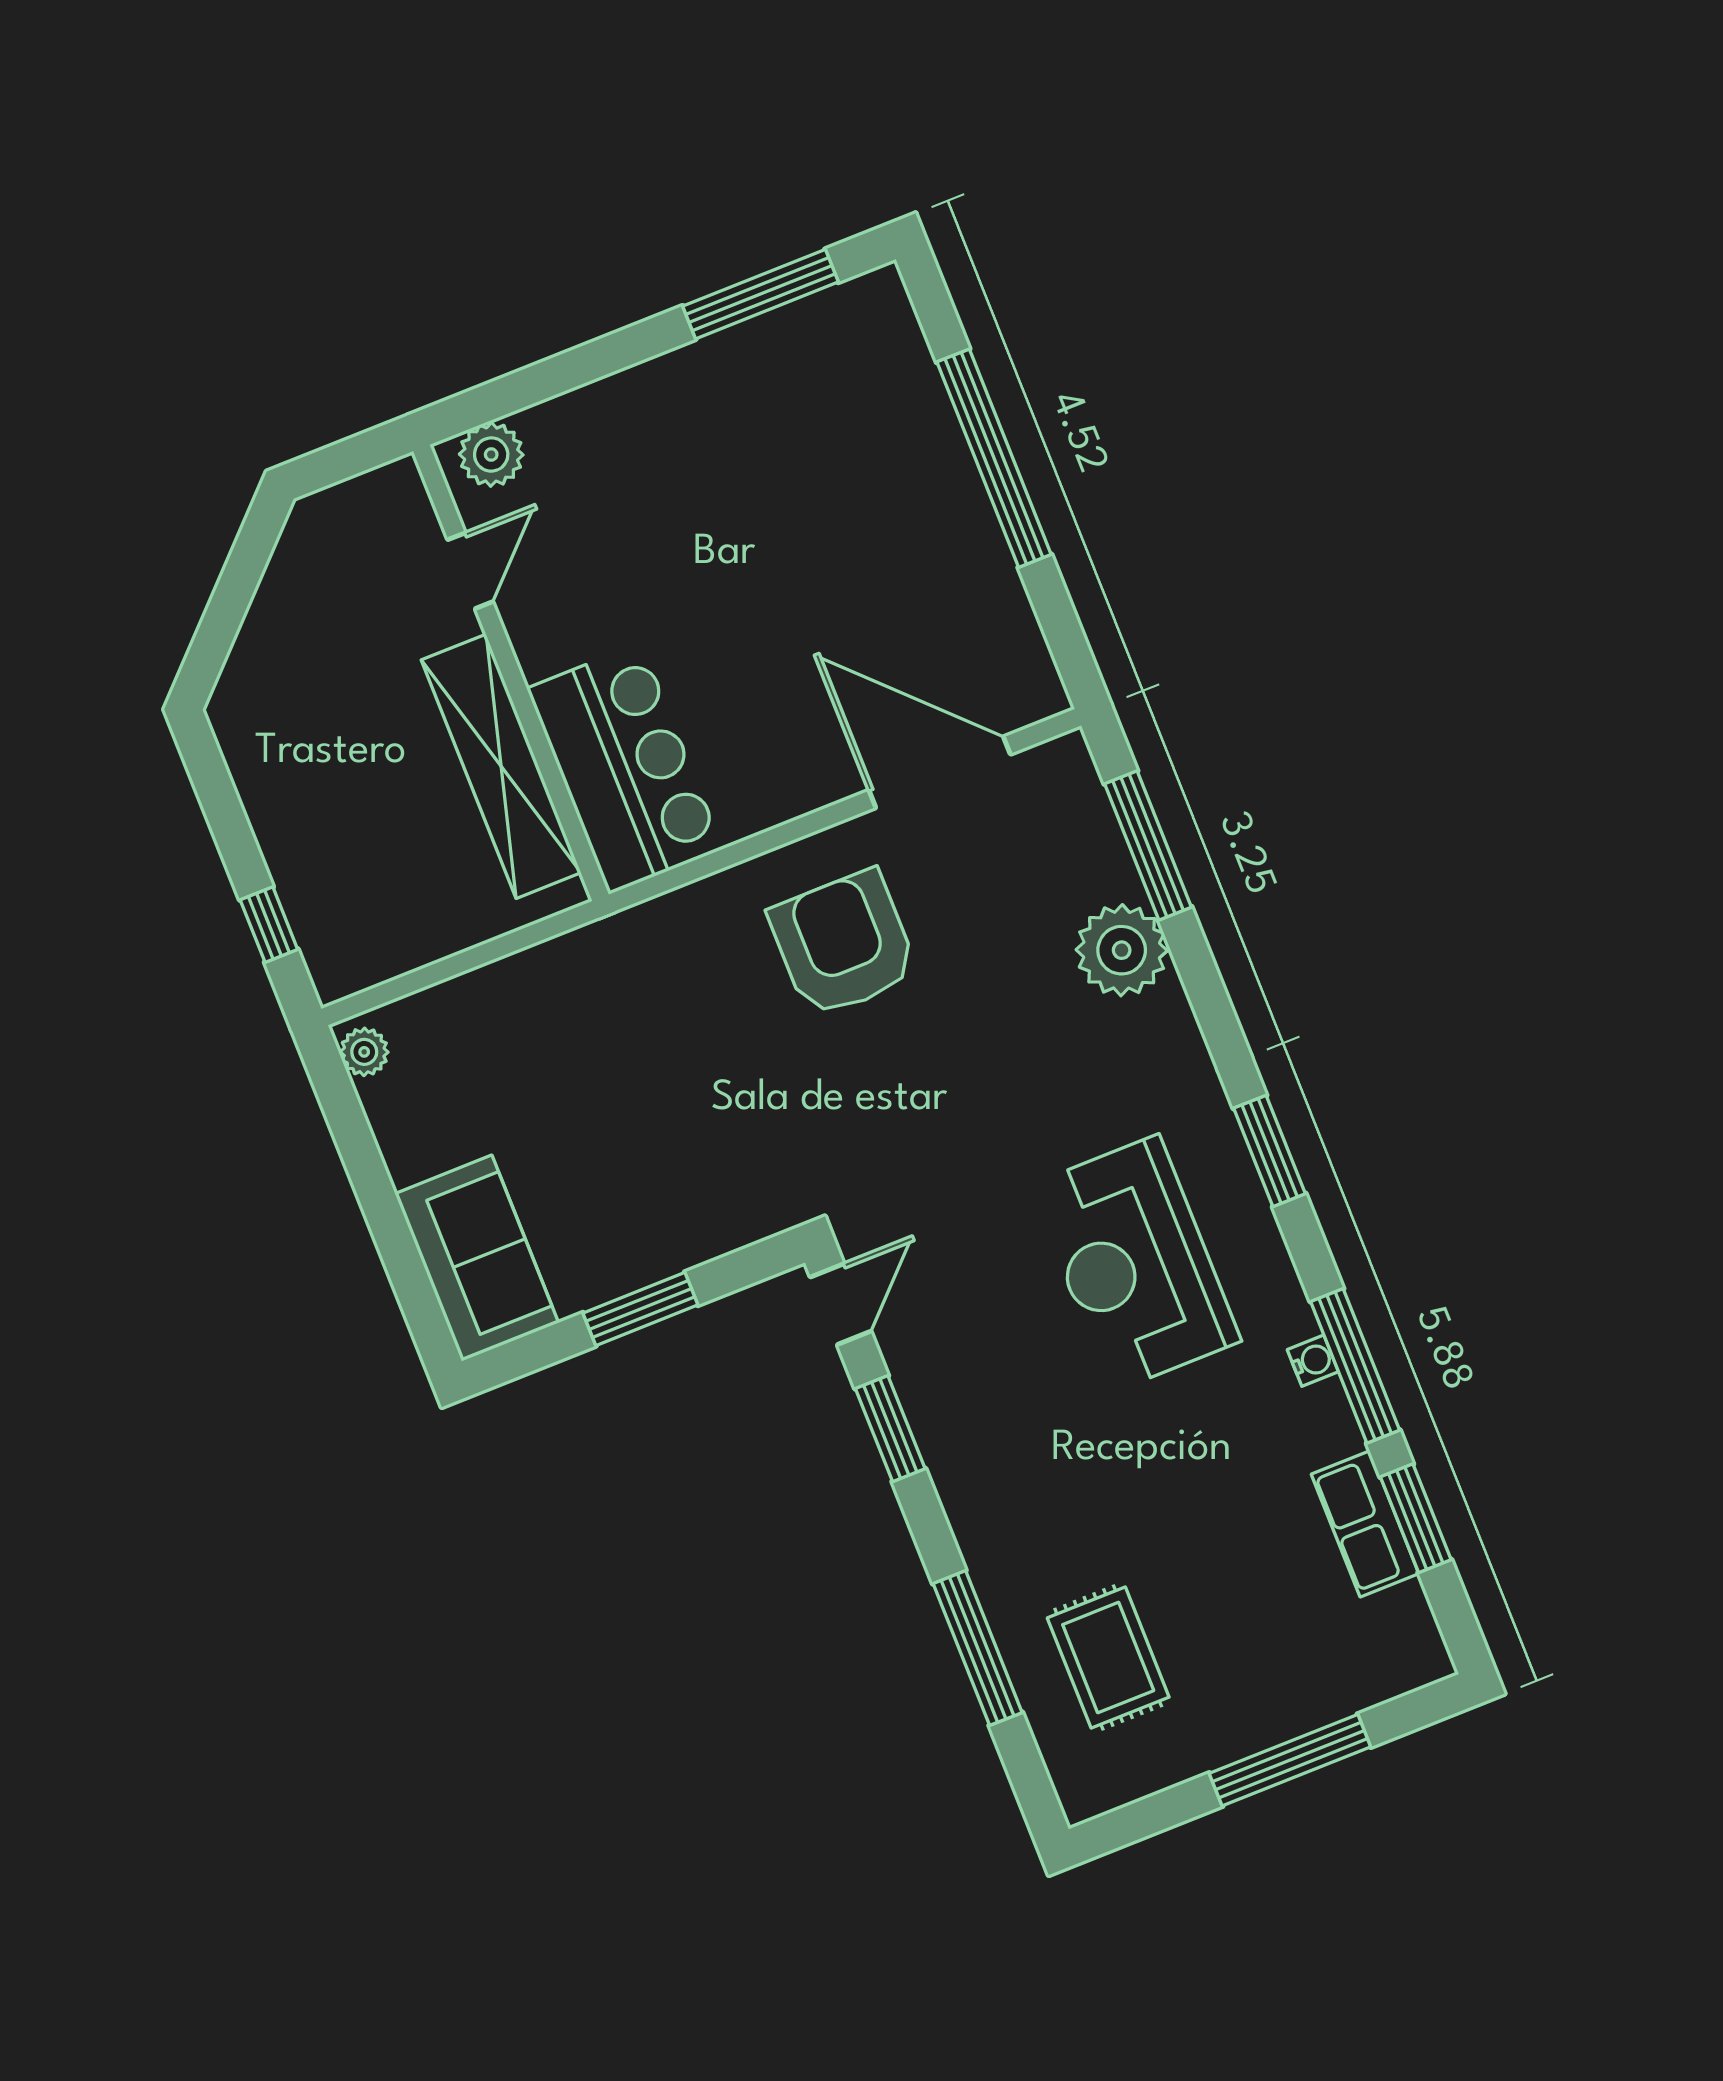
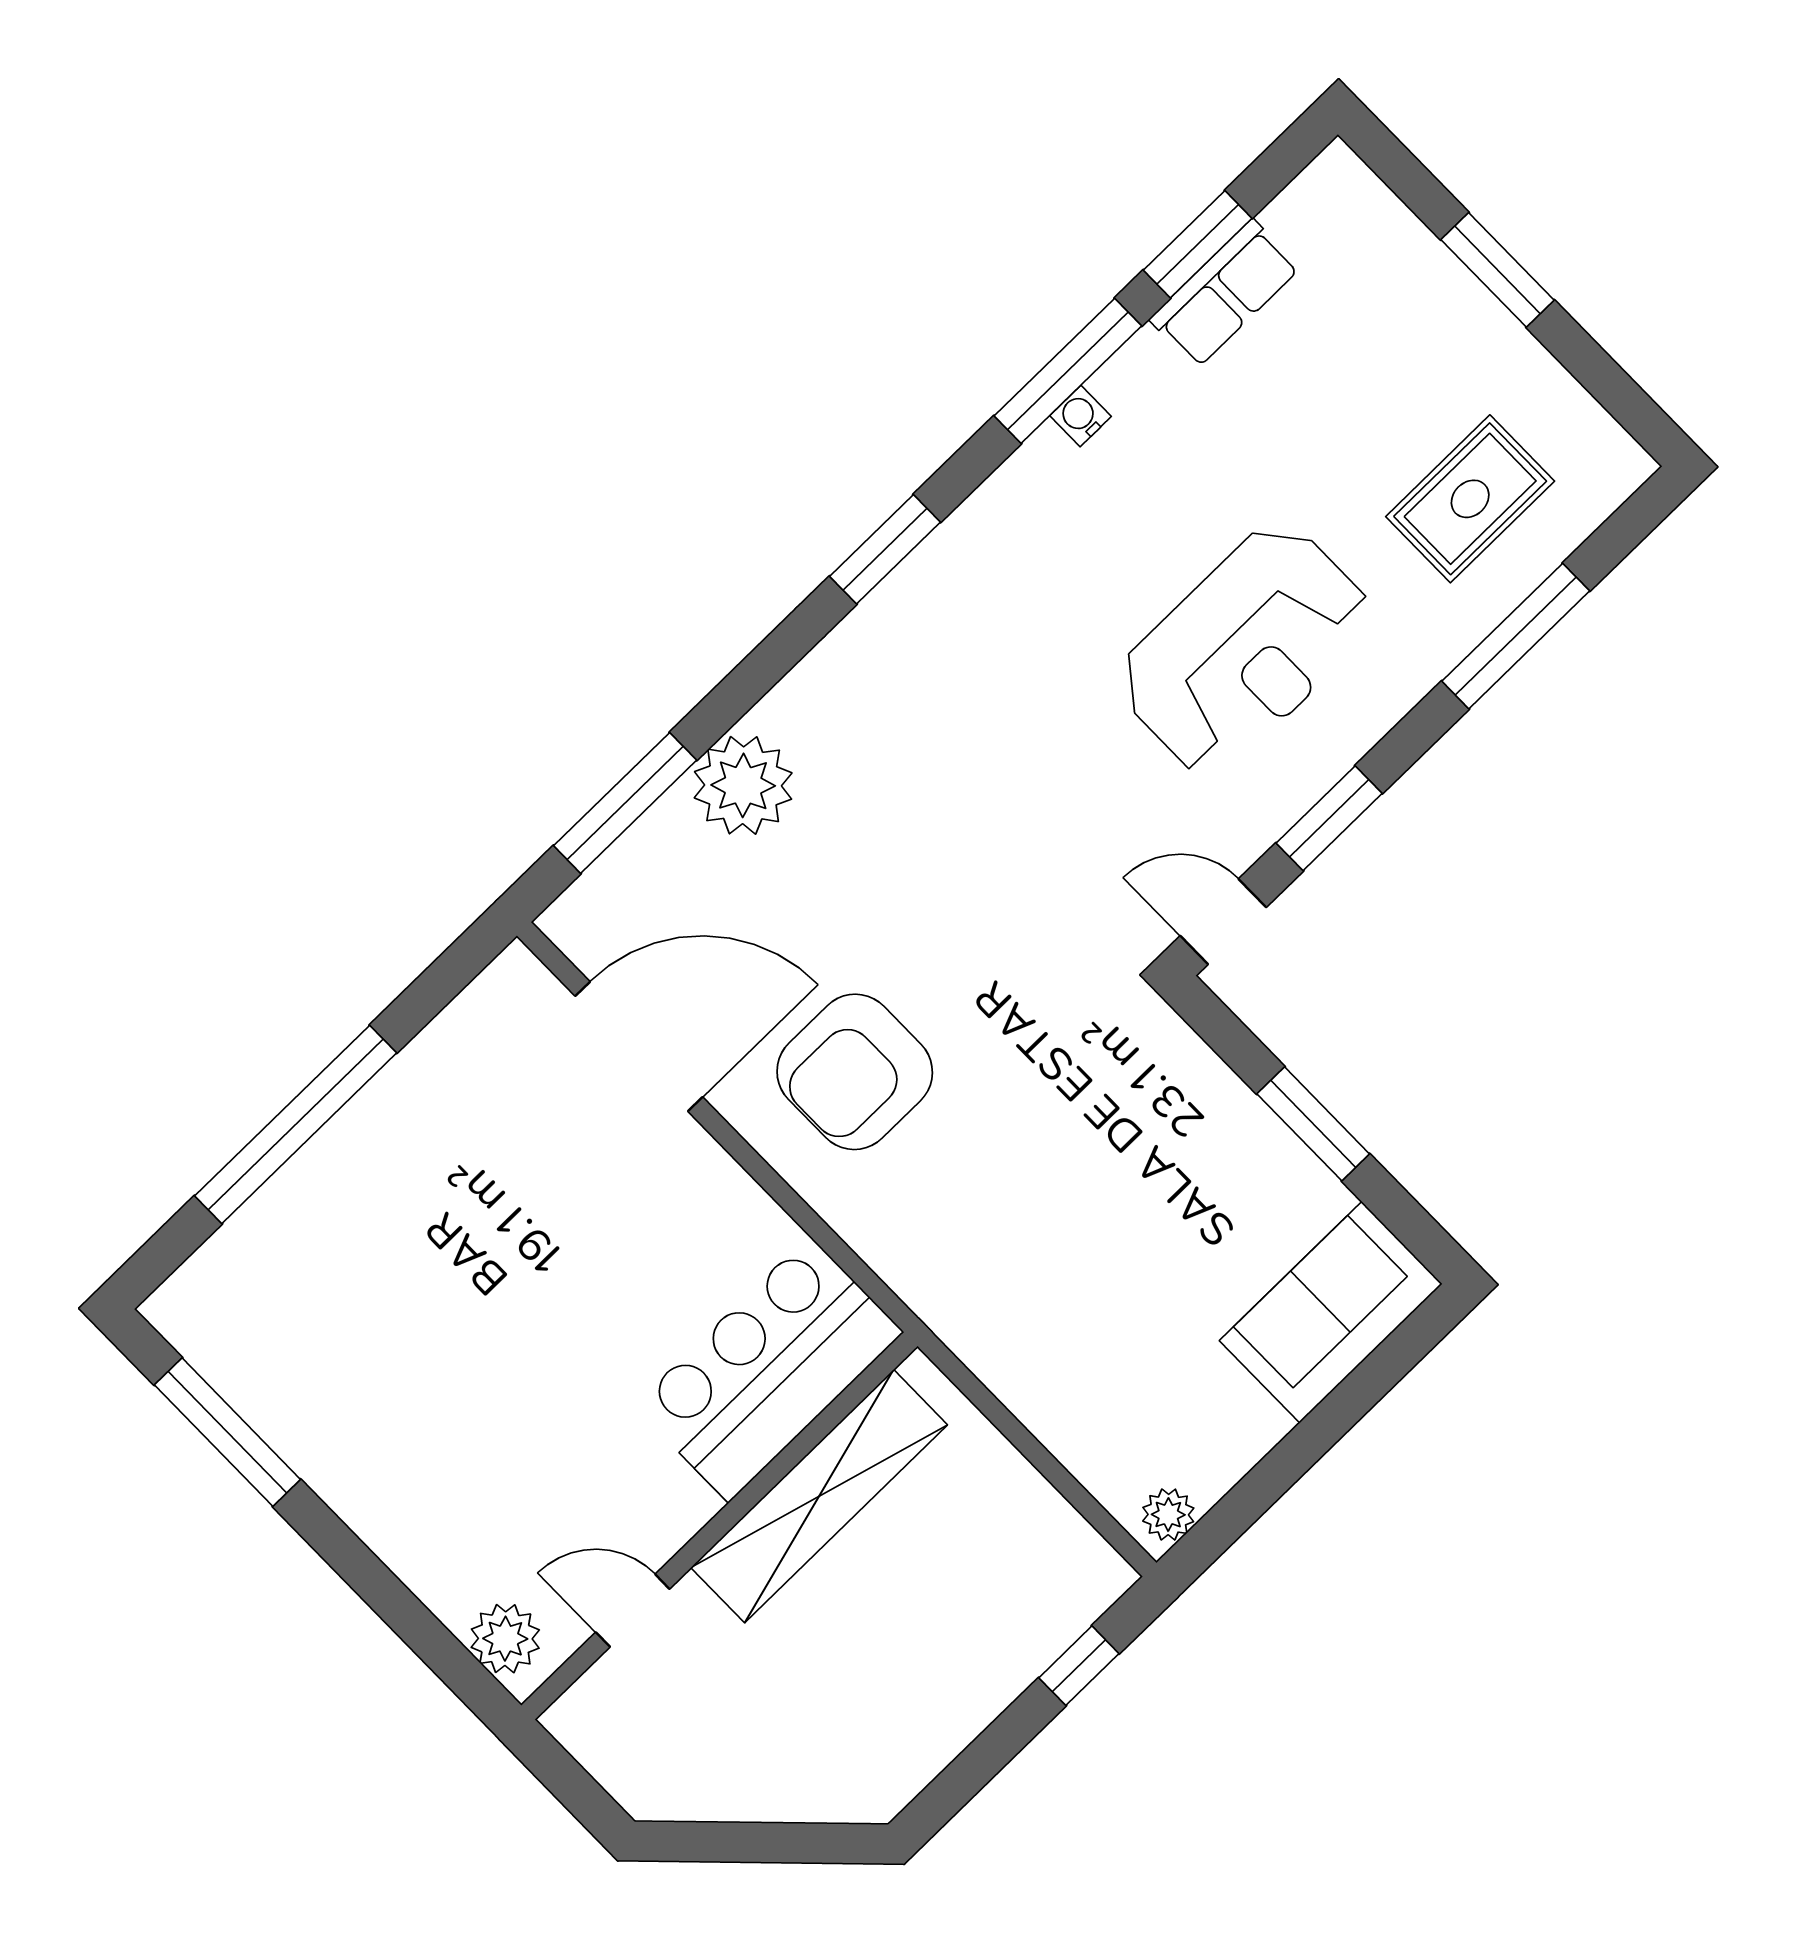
door: (940, 772) -> (639, 1046), swing flipped
reception desk: (1135, 1263) -> (1245, 649), moved
window: (1290, 1760) -> (1497, 270), width x0.69

